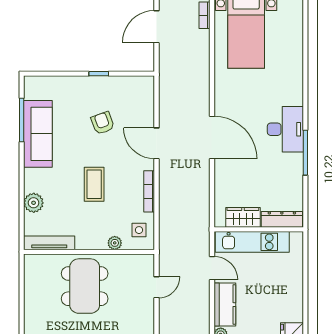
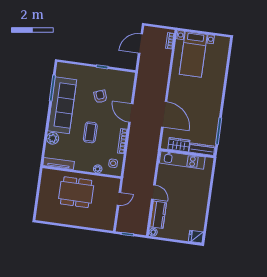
desk: (285, 129) -> (209, 115), removed
sofa: (38, 134) -> (62, 105), width x1.36, depth x1.27
wardrobe: (243, 217) -> (179, 145), moved
dresser: (282, 219) -> (202, 149), moved
wall: (259, 229) -> (187, 153), moved
kitchen unit: (252, 242) -> (182, 160), moved
dining table: (85, 286) -> (76, 192), turned 90

